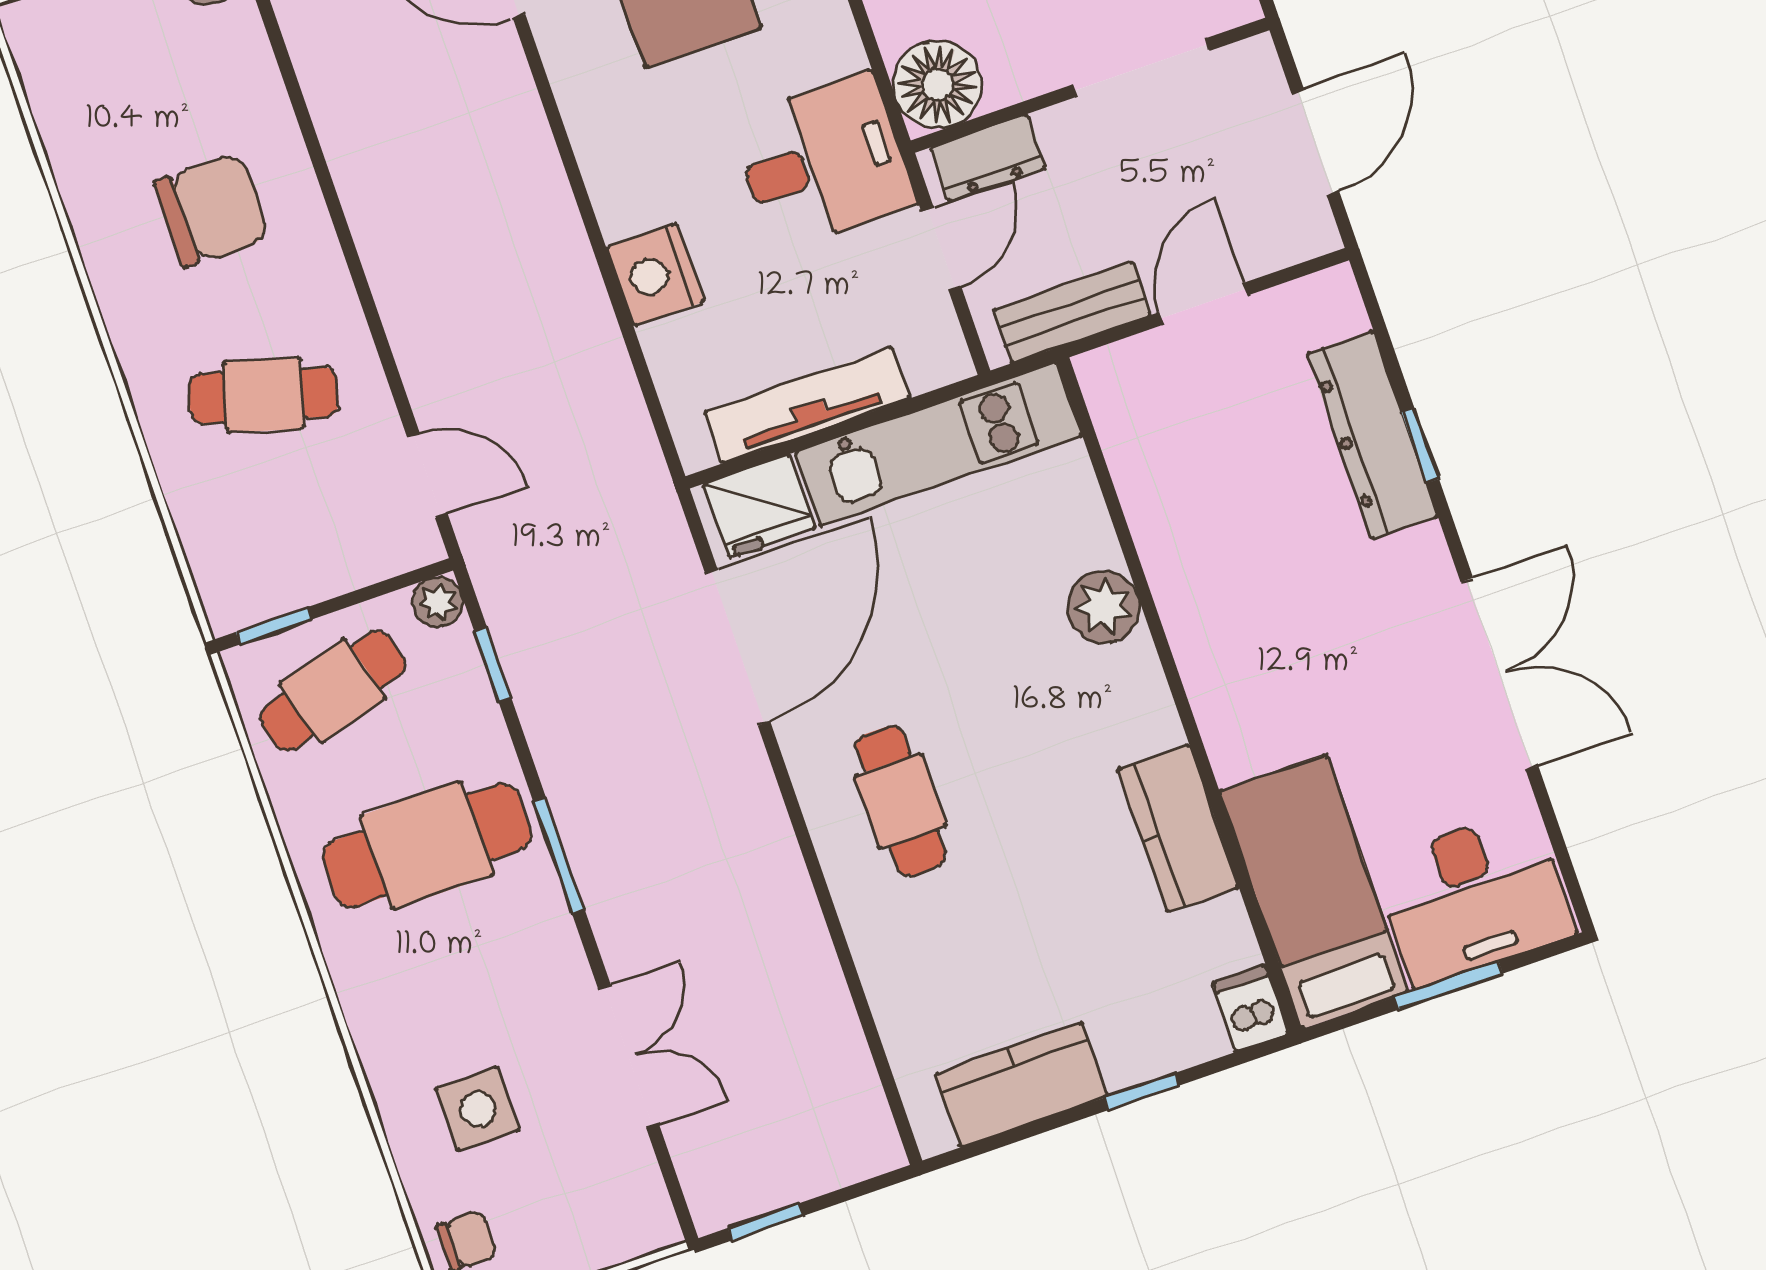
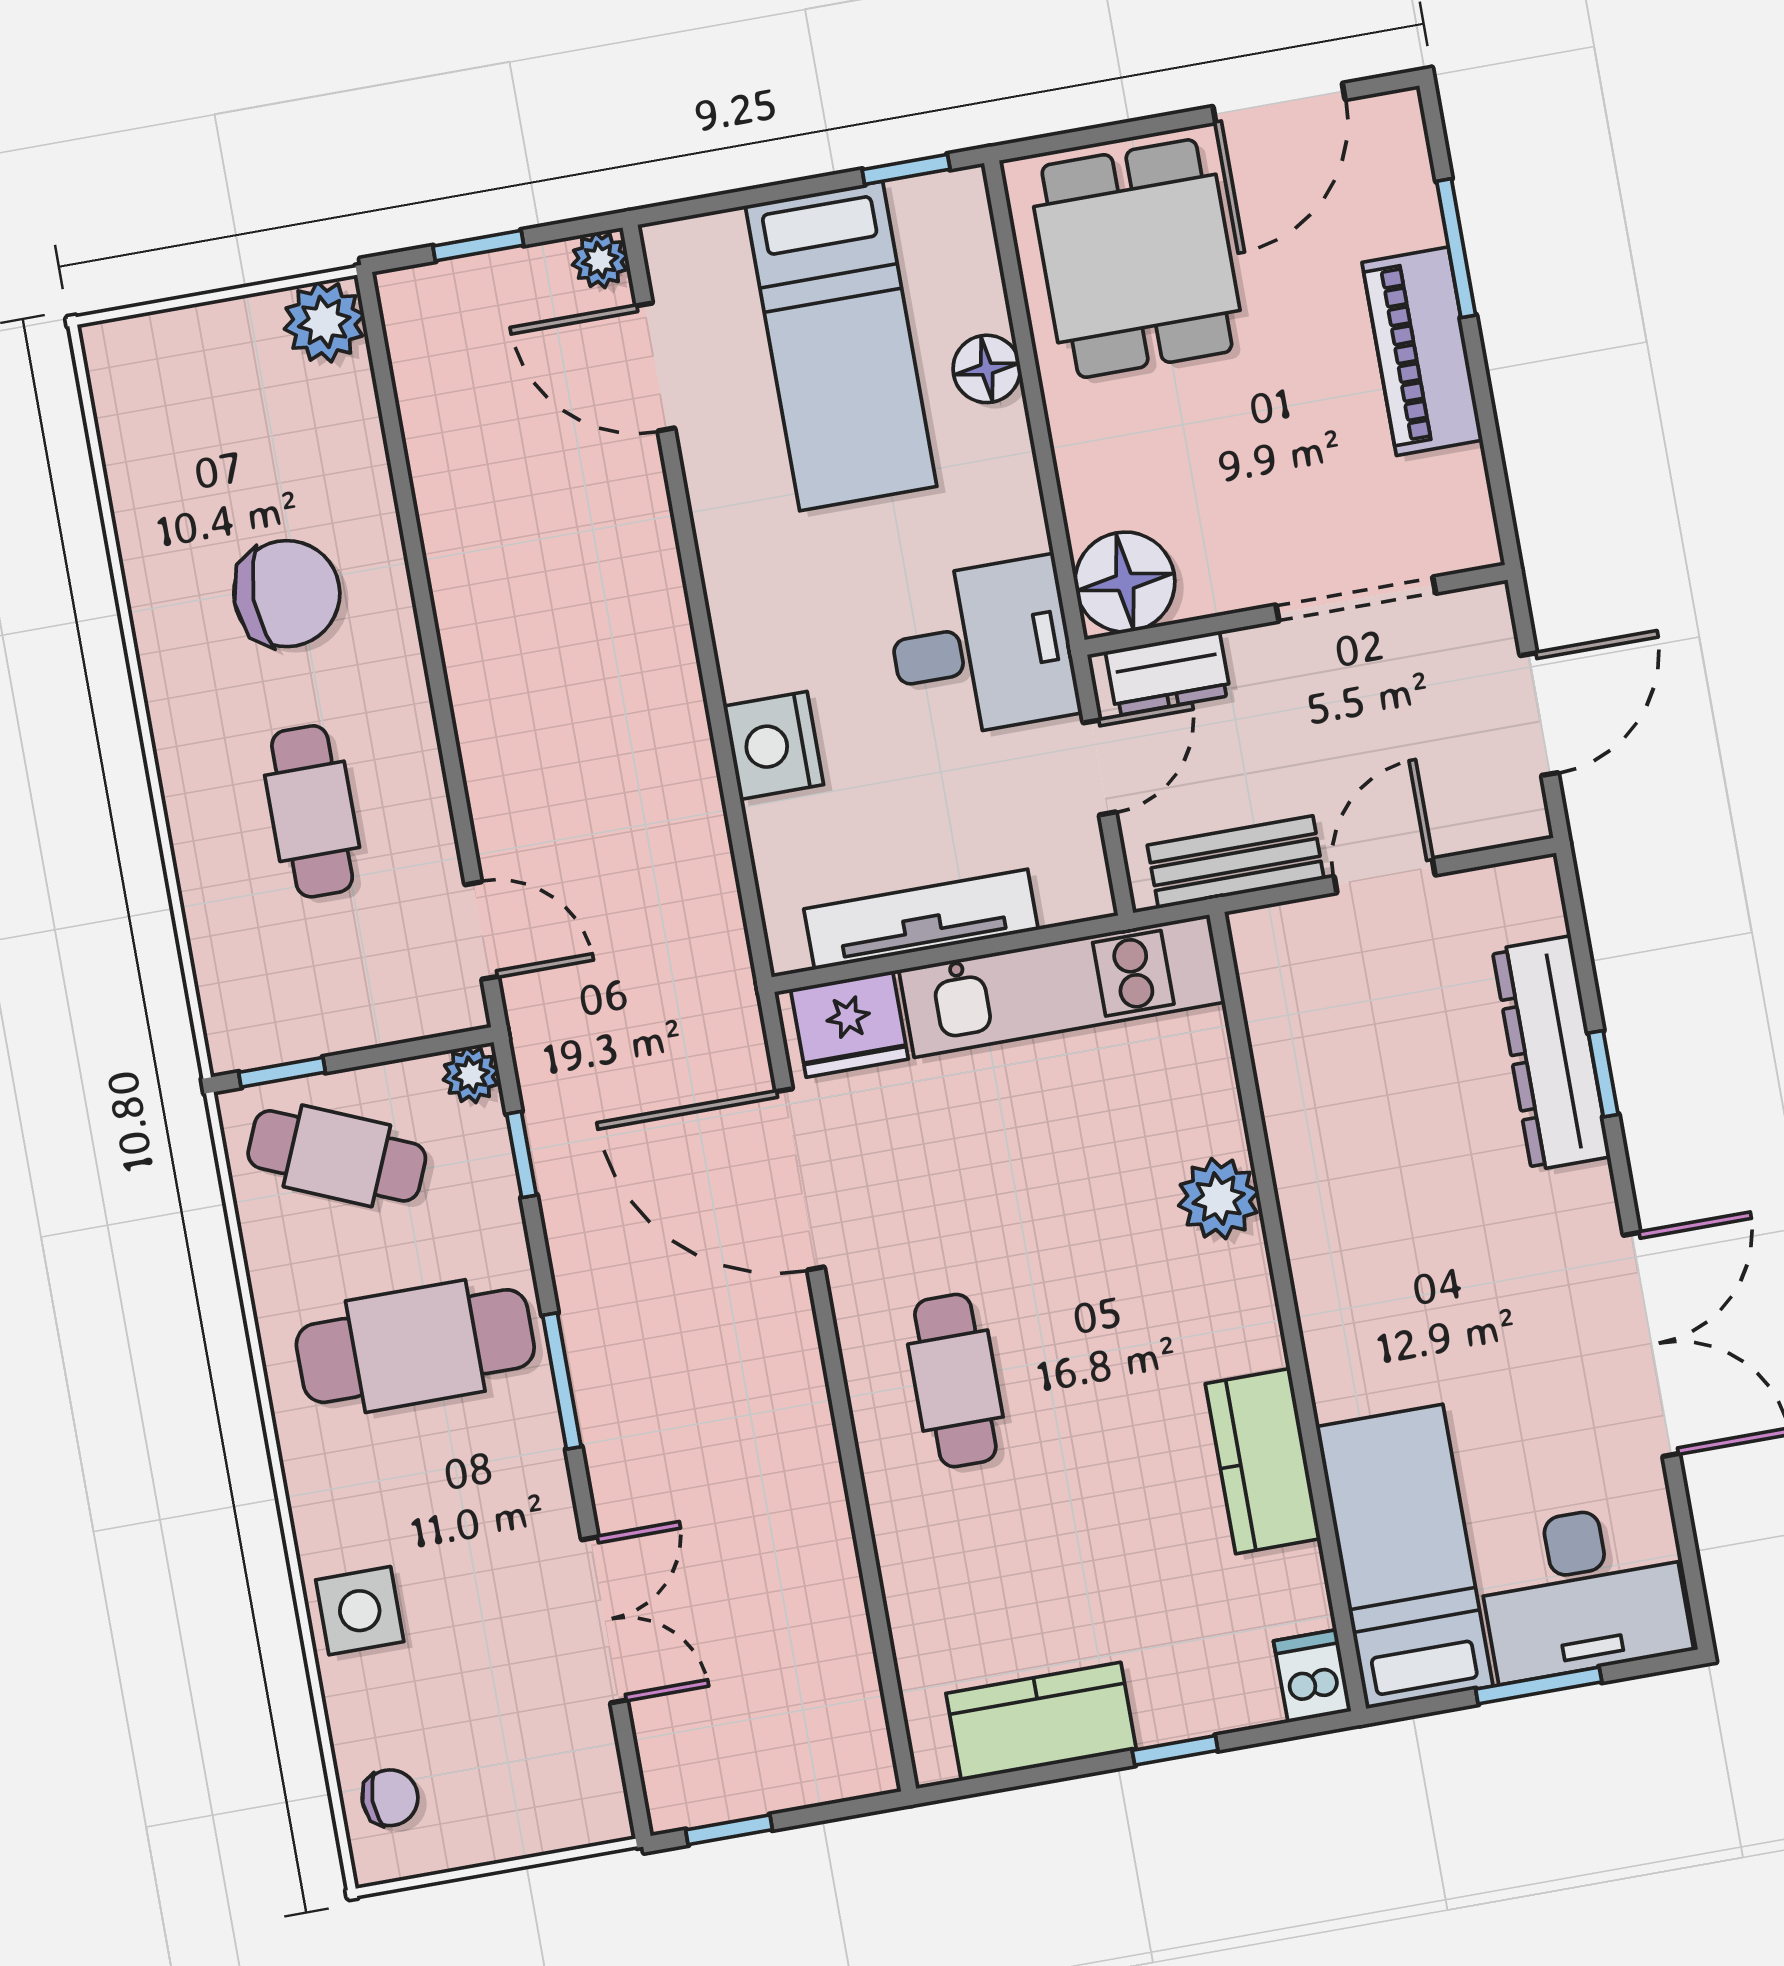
cafe table: (264, 395) -> (312, 811), turned 74
door: (738, 648) -> (800, 1179), swing flipped
cafe table: (333, 691) -> (337, 1156), turned 39
side table: (478, 1109) -> (360, 1611), moved

